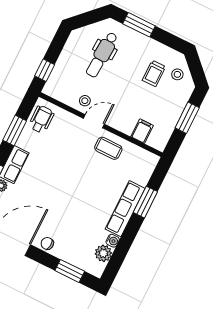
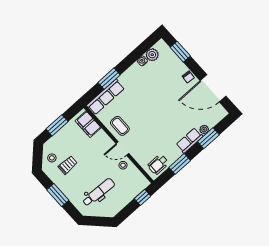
window: (139, 25) -> (58, 195), moved
filing cabinet: (142, 131) -> (88, 124), width x2.00
row of seats: (125, 209) -> (106, 97), moved

